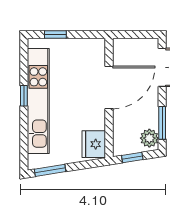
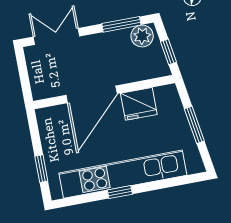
door: (109, 87) -> (92, 94), swing flipped
fridge: (94, 144) -> (139, 104), moved
window: (50, 170) -> (194, 125), moved

